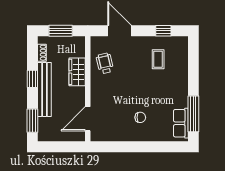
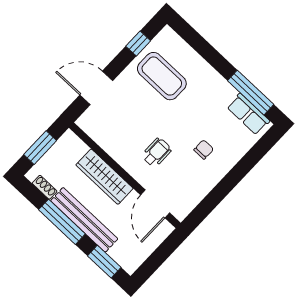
coffee table: (158, 59) -> (162, 76), width x1.86, depth x1.72
wheelchair: (105, 63) -> (157, 153), moved, turned 103
wardrobe: (77, 72) -> (104, 177), width x1.50
window: (32, 79) -> (62, 222), width x2.17

